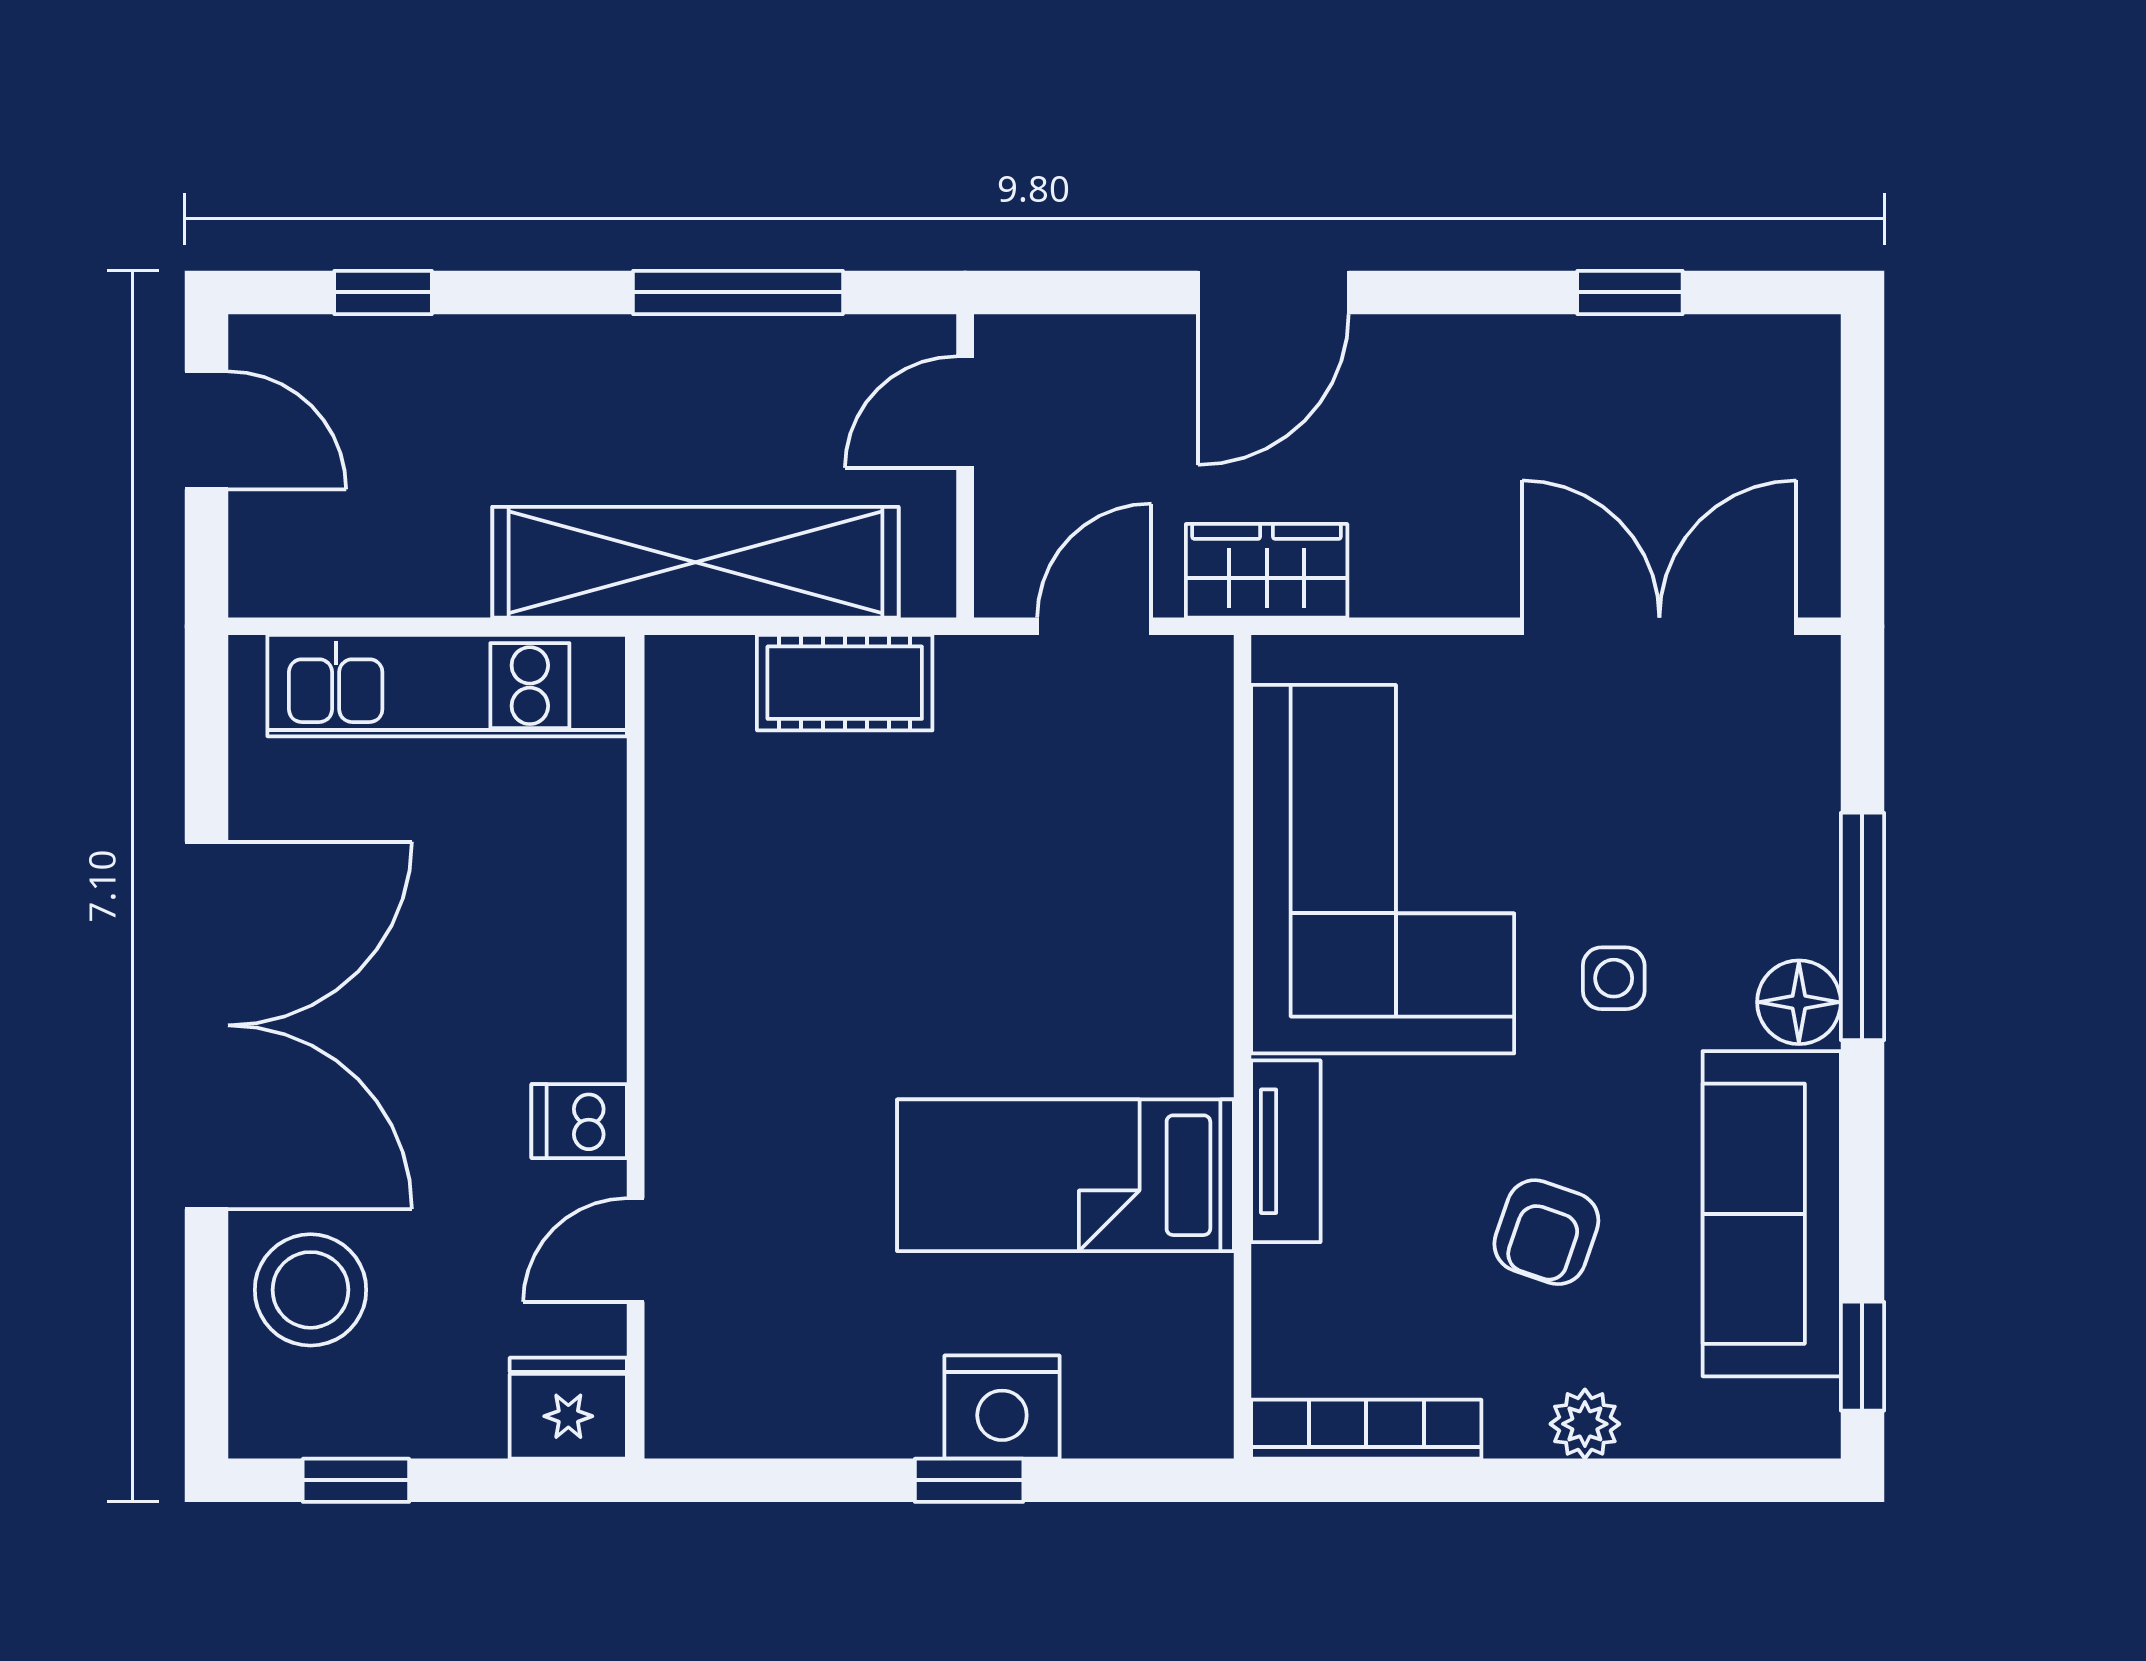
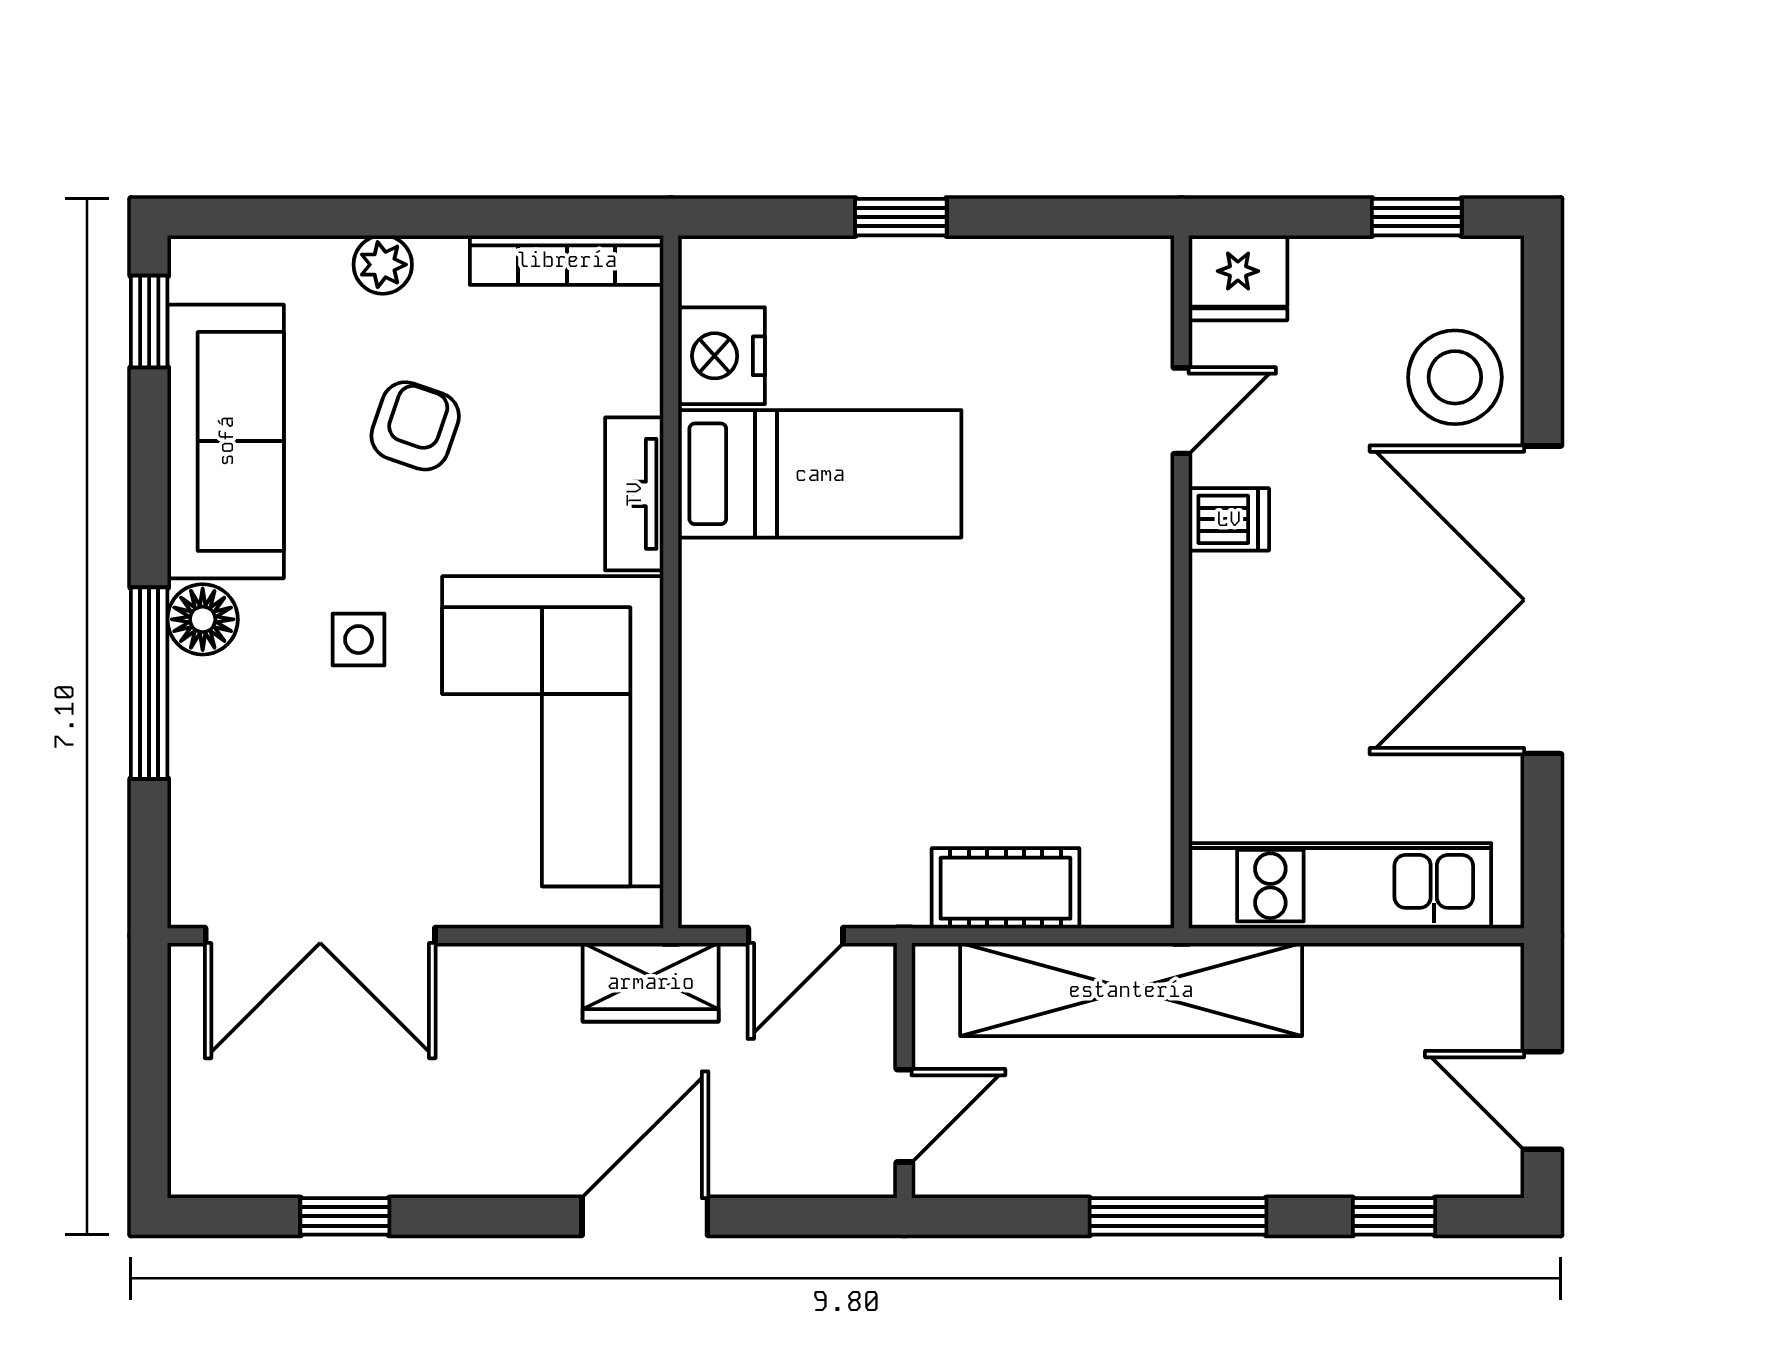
window: (738, 292) -> (1178, 1216), moved
nightstand: (1002, 1407) -> (722, 356), moved, turned -90

